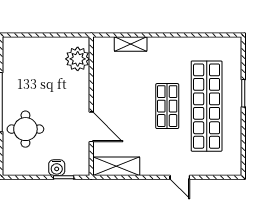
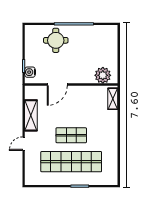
shelving: (131, 44) -> (113, 99), moved
shelving: (116, 166) -> (31, 115), moved
water cooler: (57, 168) -> (30, 72), moved

